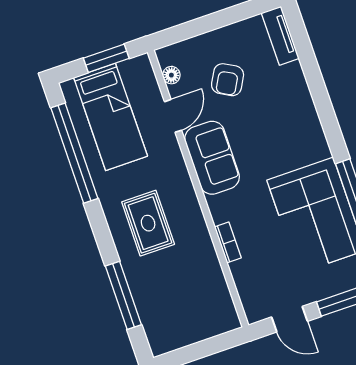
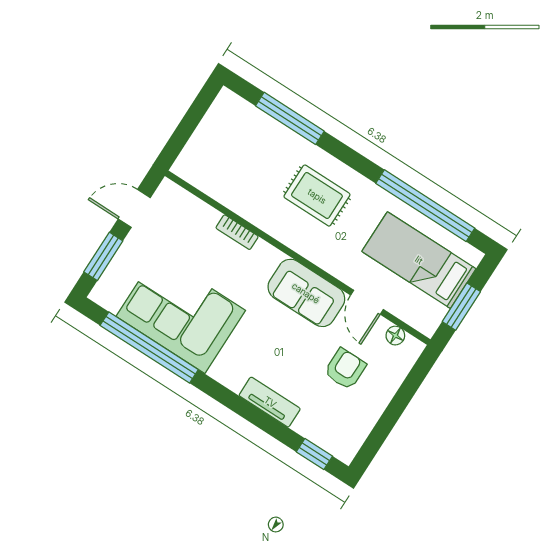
window: (299, 35) -> (314, 454), added
tv unit: (280, 36) -> (270, 402), moved
armchair: (228, 80) -> (345, 369), turned 61

